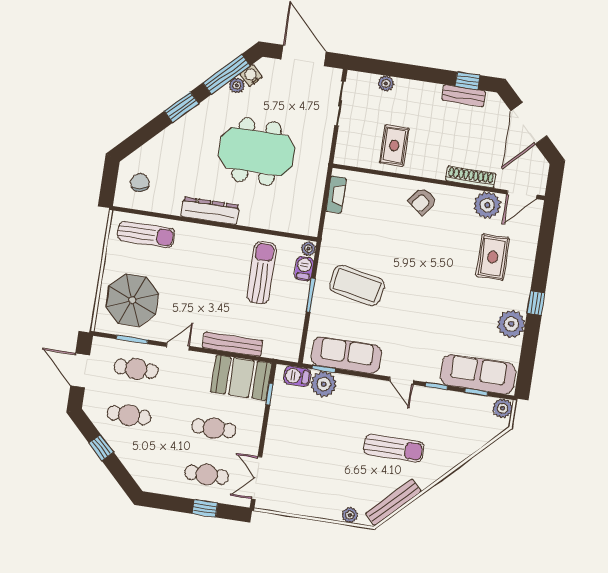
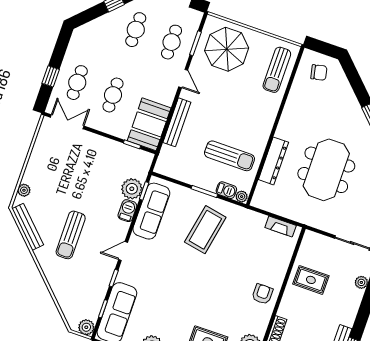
armchair: (422, 201) -> (262, 294), turned 52
dresser: (210, 211) -> (273, 161), moved
barbecue: (297, 376) -> (127, 211), moved

